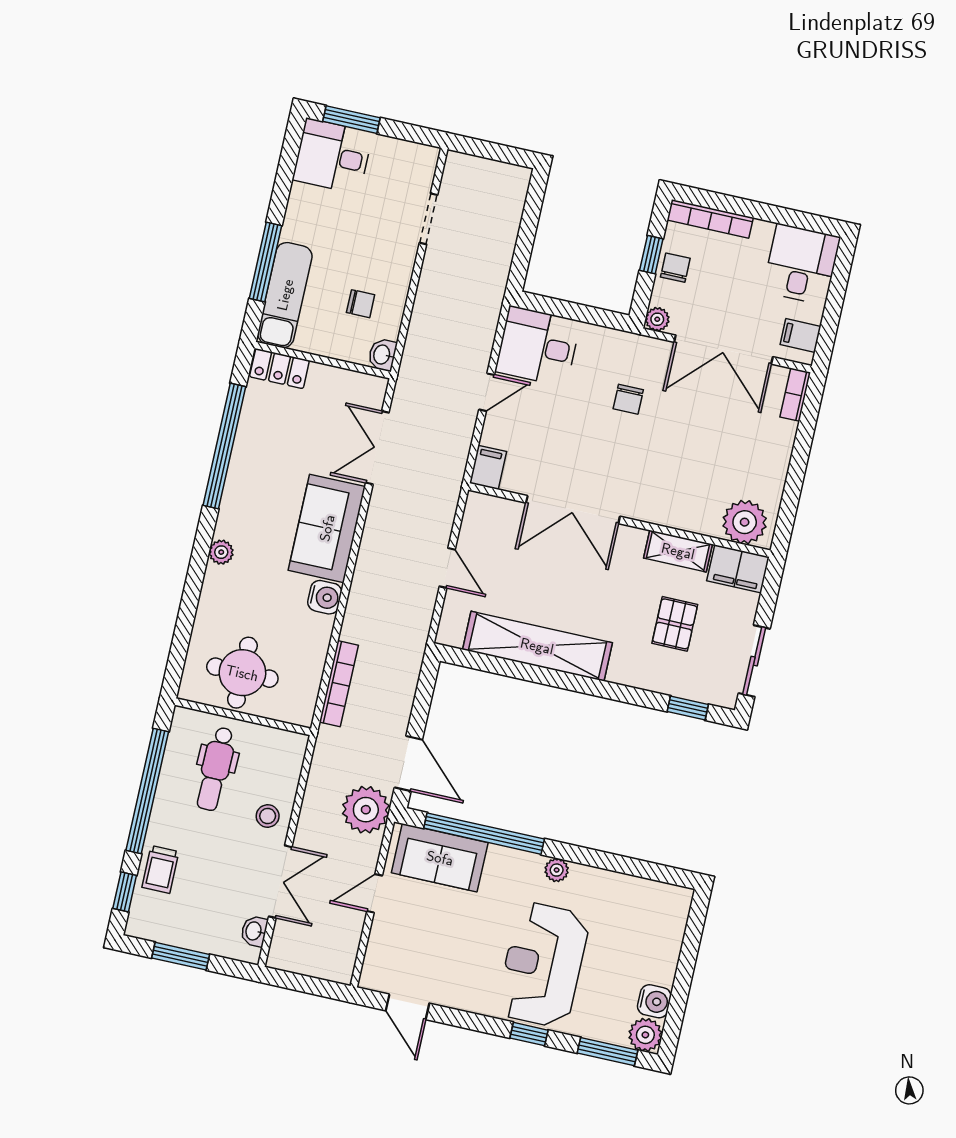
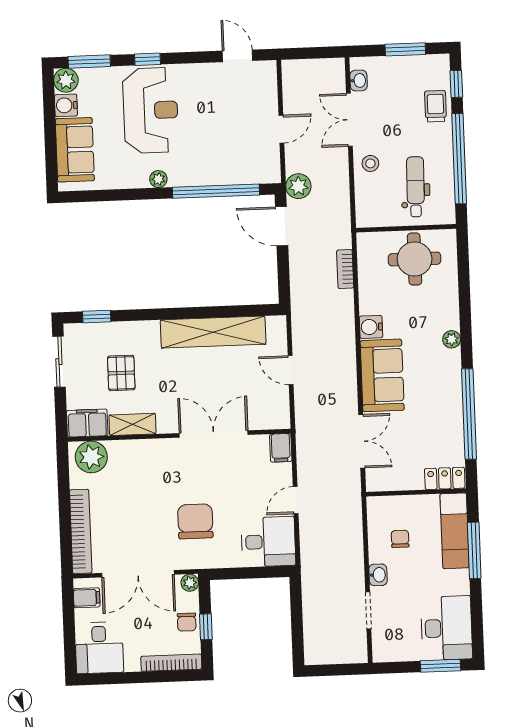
desk: (333, 156) -> (447, 628), width x1.37
chair: (361, 304) -> (400, 539), turned 90
double door: (723, 350) -> (138, 574), swing flipped
washbasin: (382, 355) -> (378, 575), moved
bookcase: (795, 395) -> (81, 531), width x2.31, depth x1.31
chair: (628, 399) -> (195, 521), width x1.87, depth x1.87
bookcase: (339, 684) -> (345, 269), width x0.64
plant: (366, 810) -> (298, 186), width x0.73, depth x0.73
sofa: (440, 858) -> (75, 150), moved, turned 90

